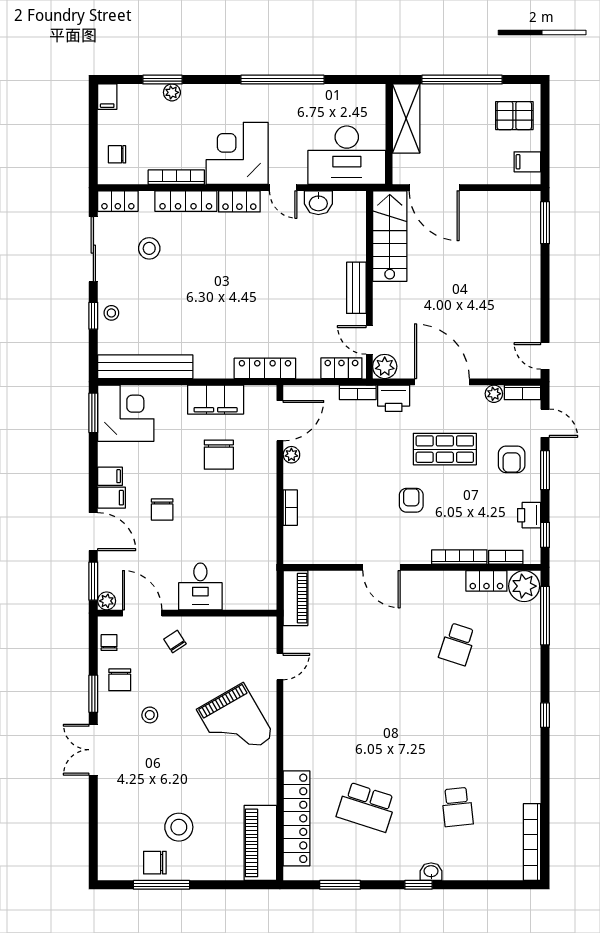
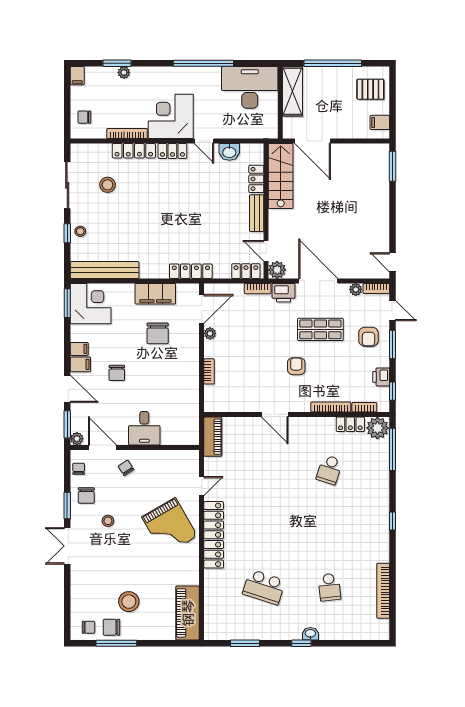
desk: (347, 155) -> (250, 87), moved, turned 180
locker: (118, 201) -> (256, 179), moved, turned 90
locker: (297, 818) -> (214, 535), moved
bookcase: (532, 842) -> (383, 591), moved
chair: (123, 863) -> (88, 627), added

